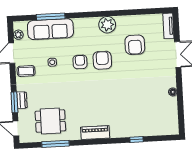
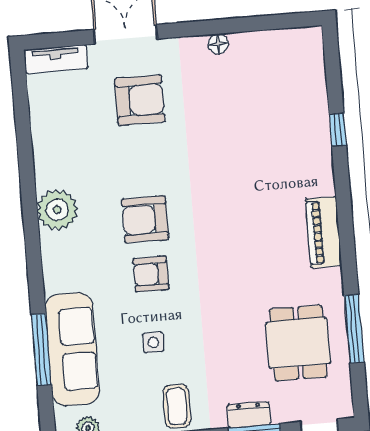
armchair: (135, 45) -> (140, 100), moved

